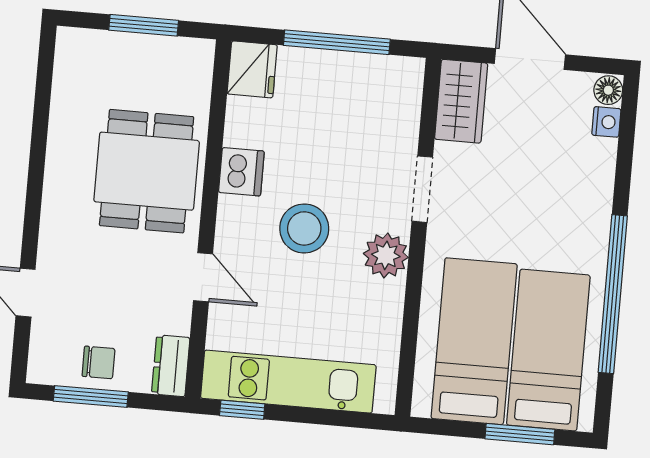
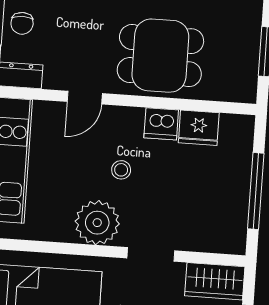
fridge: (252, 69) -> (199, 128), moved
stool: (304, 228) -> (121, 170), width x0.53, depth x0.53
plant: (386, 255) -> (97, 223), width x1.36, depth x1.36

